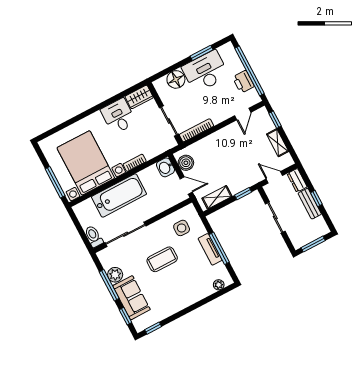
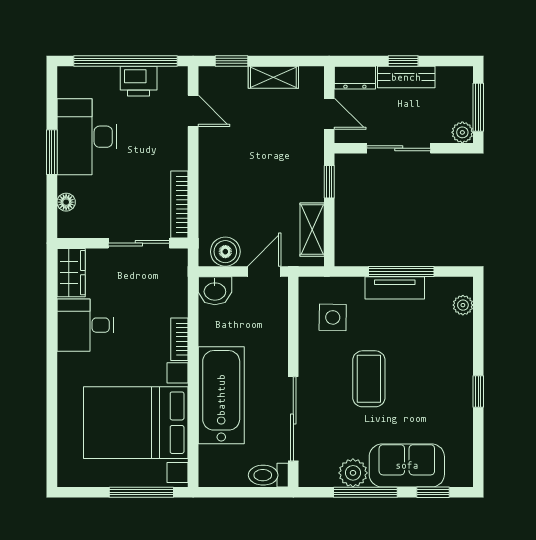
window: (202, 53) -> (52, 152), moved
floor lamp: (176, 79) -> (66, 202), width x0.53, depth x0.53
door: (274, 177) -> (329, 114), swing flipped
plant: (298, 243) -> (462, 132), added
window: (153, 328) -> (478, 392), moved

